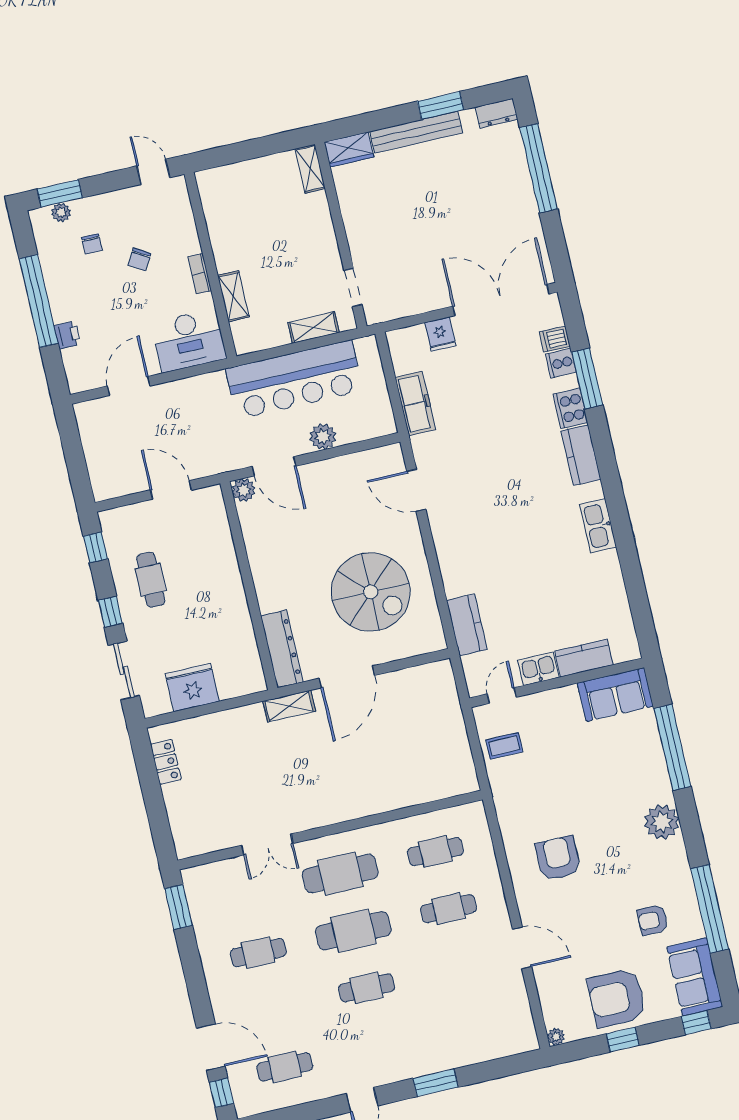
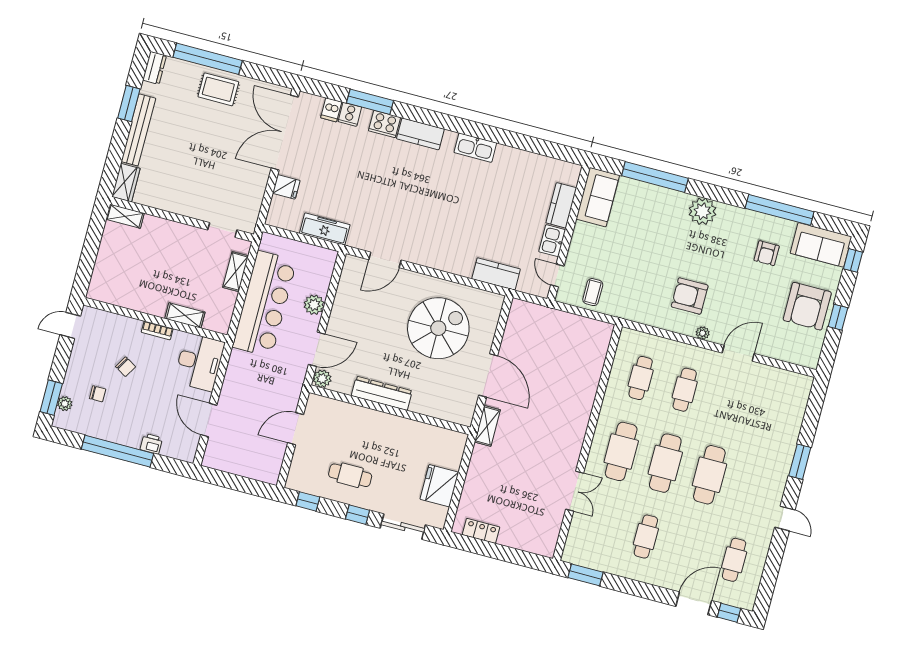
rug: (510, 199) -> (218, 89), added
dresser: (282, 649) -> (382, 393), moved
cafe table: (367, 988) -> (709, 475), width x1.37, depth x1.35
plant: (556, 1037) -> (703, 333), moved

